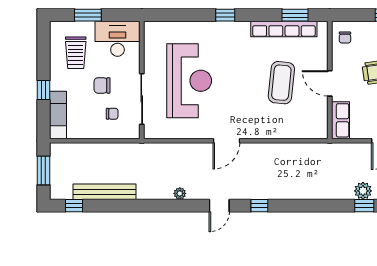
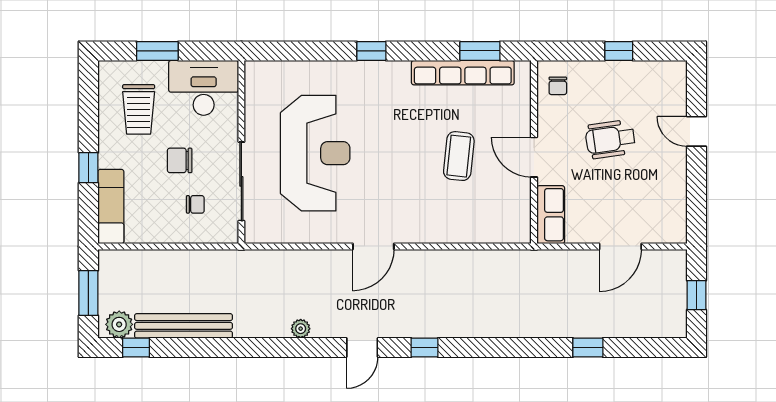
coffee table: (281, 83) -> (459, 156), width x0.73, depth x0.76
plant: (363, 191) -> (119, 324), moved

